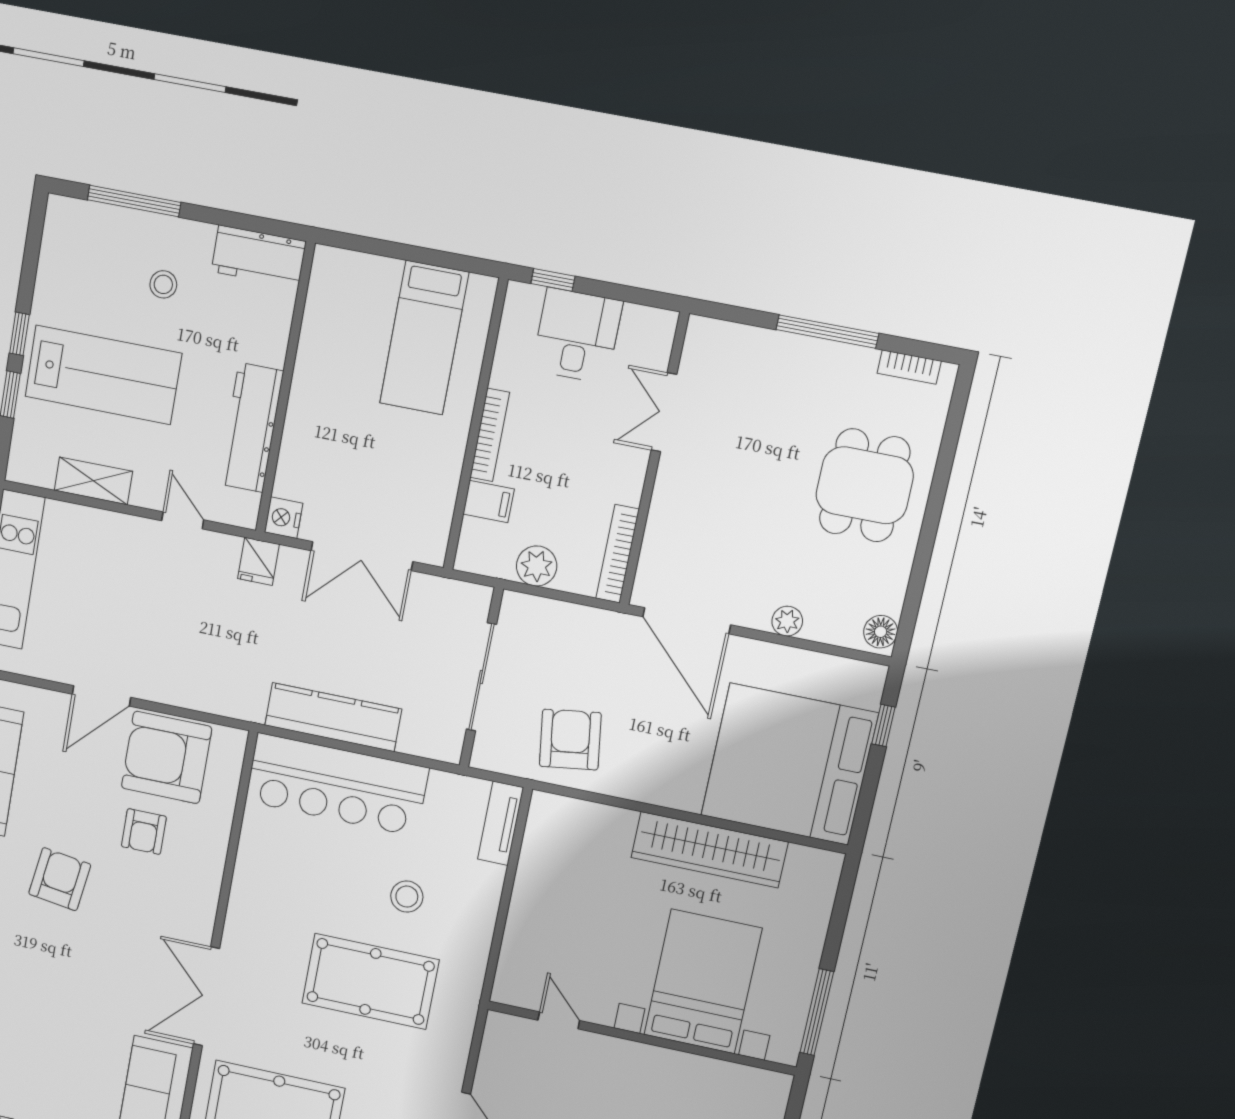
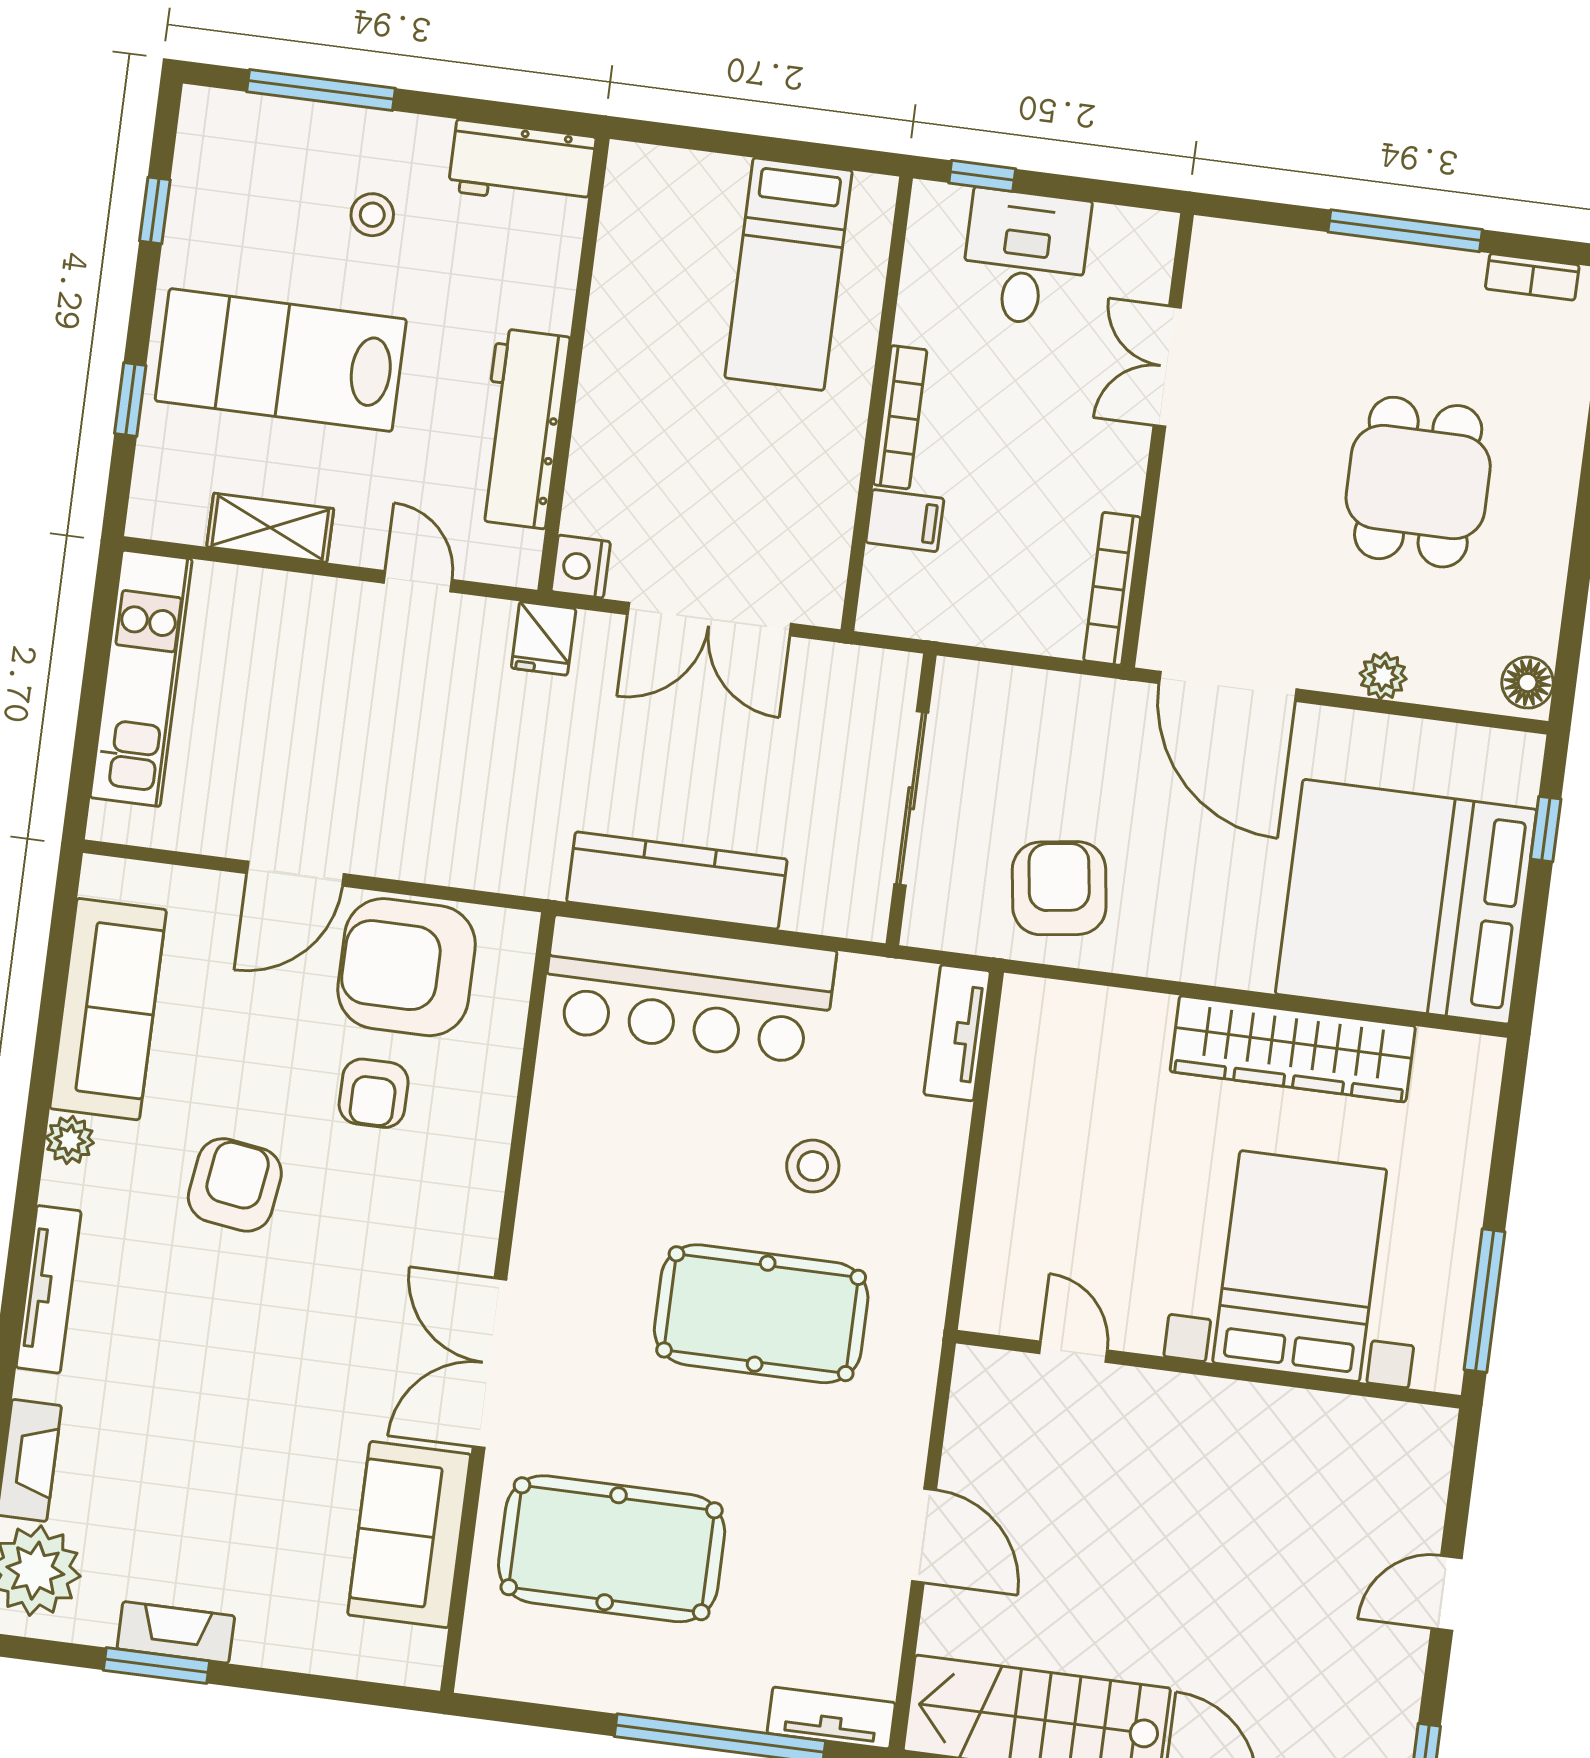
window: (19, 334) -> (155, 210), moved
lab bench: (103, 375) -> (281, 360), turned 180
dining table: (865, 485) -> (1418, 482), moved
plant: (537, 566) -> (987, 616), removed

